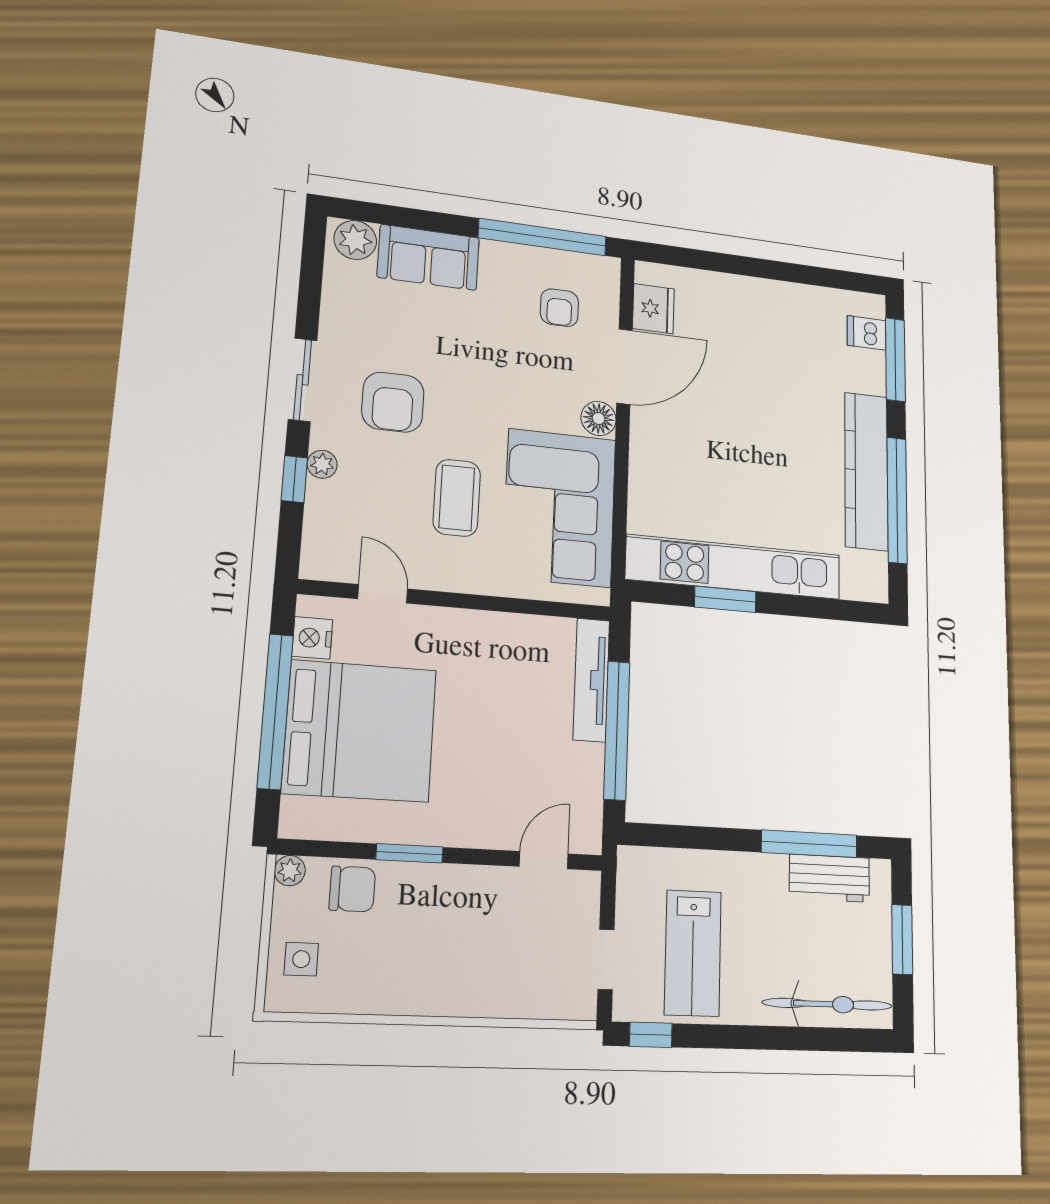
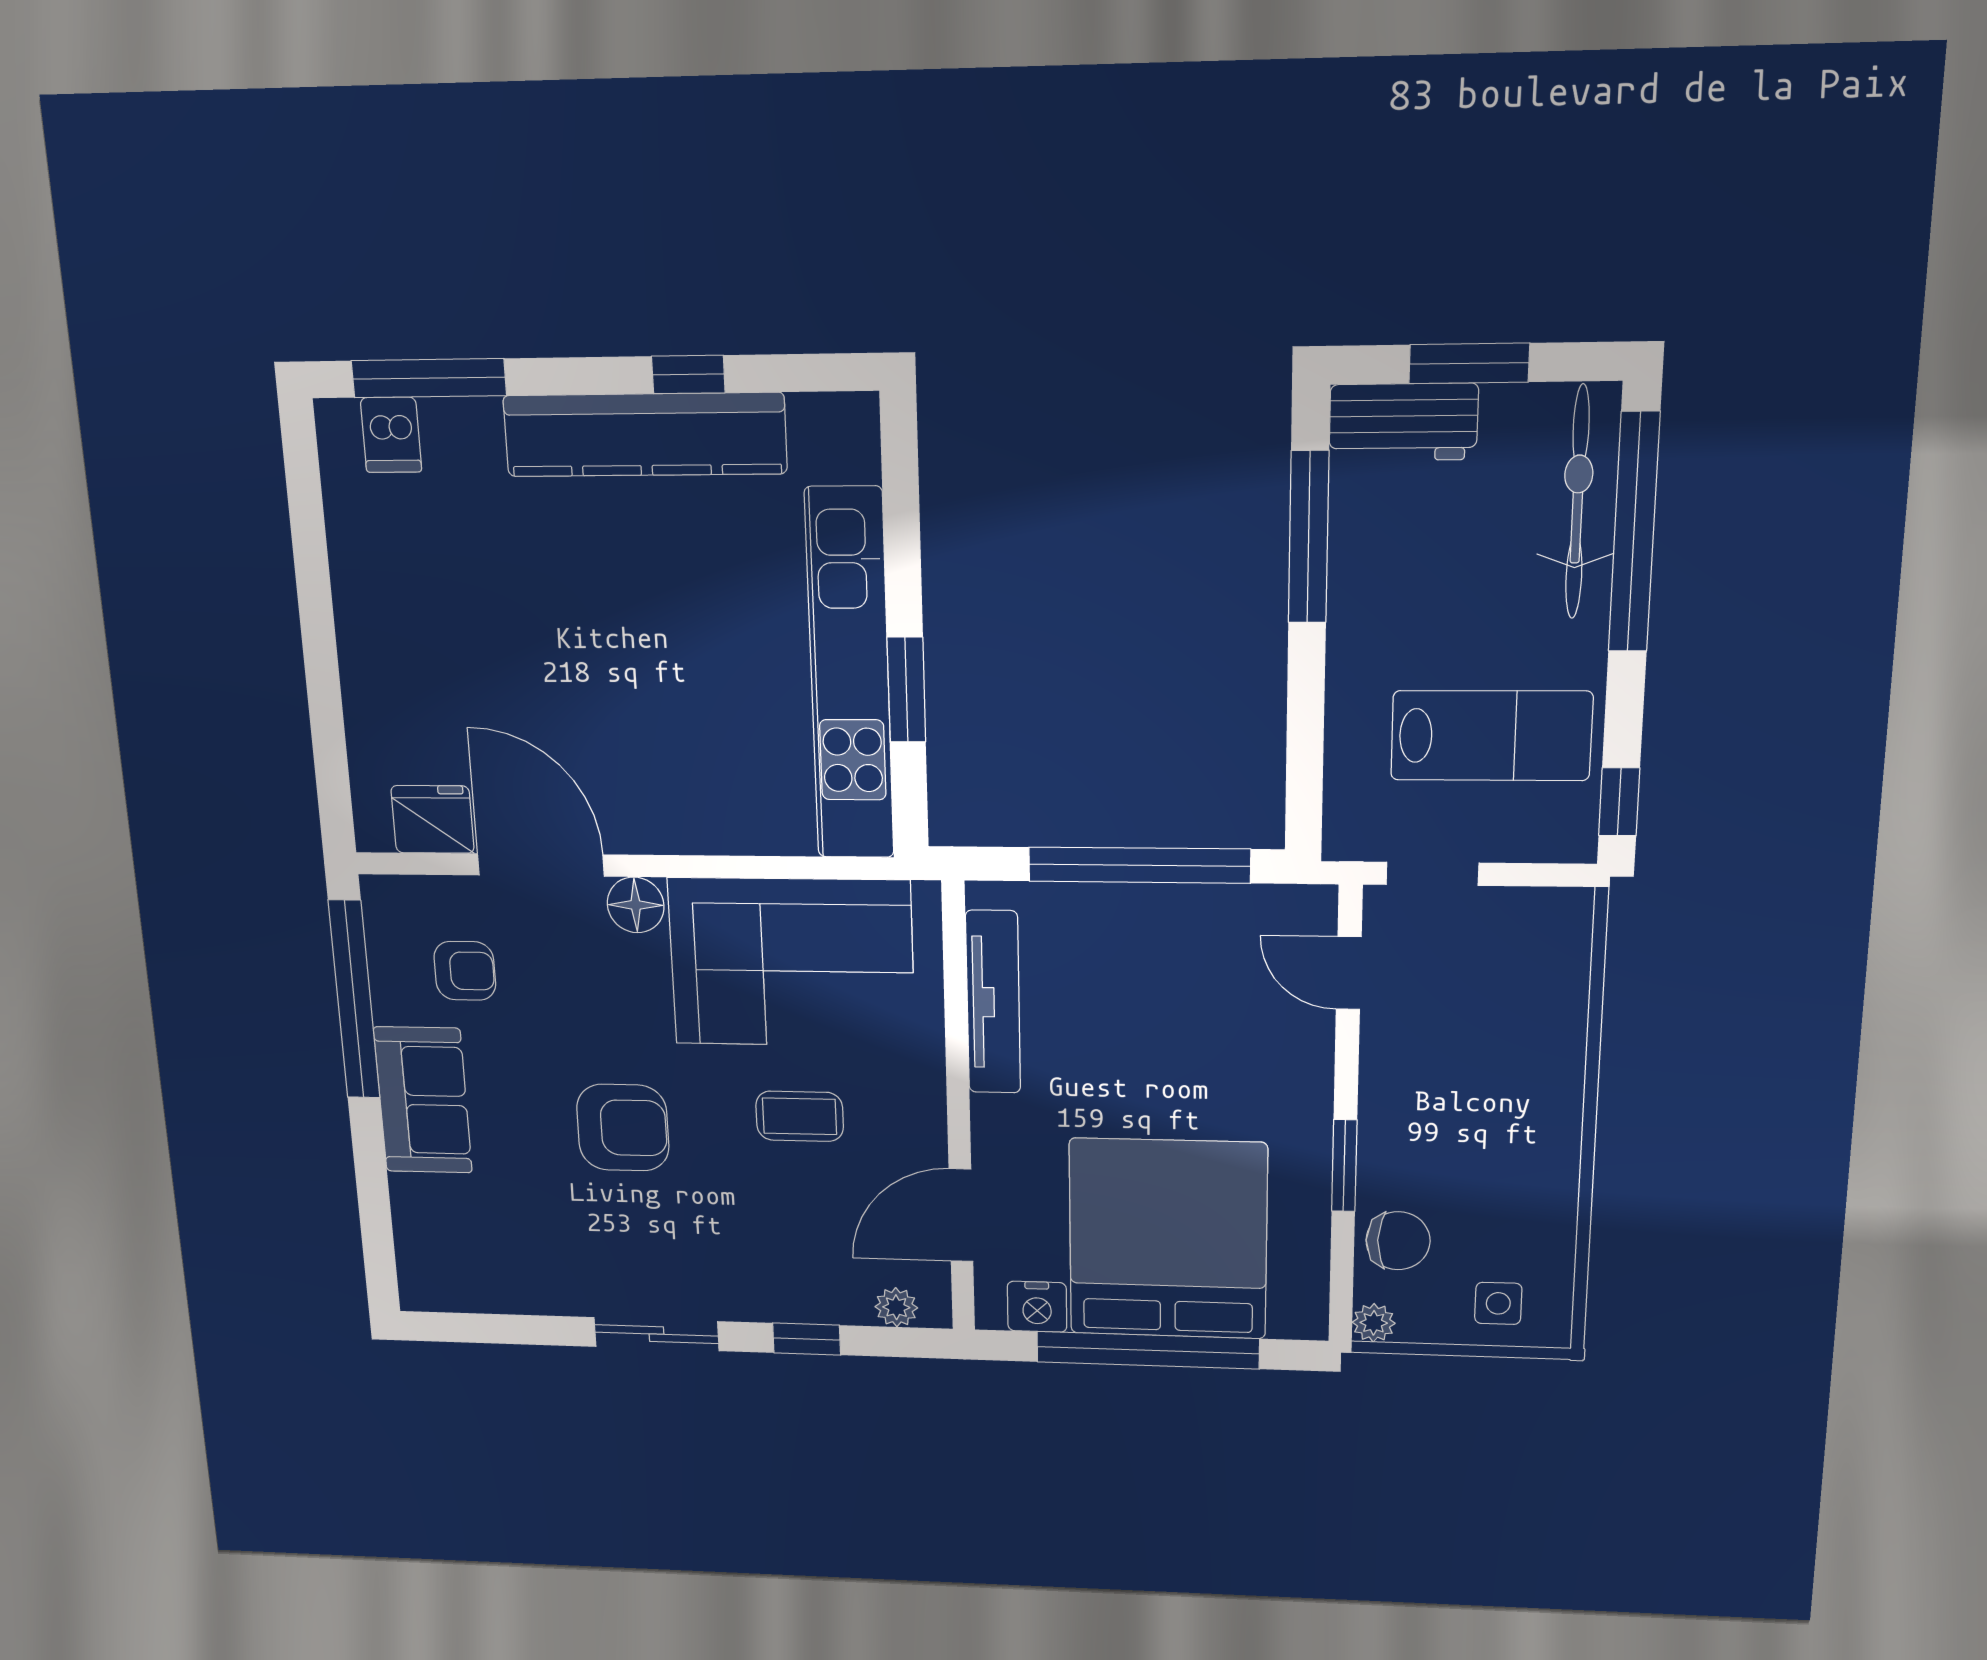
plant: (355, 240) -> (427, 1272), removed
sofa: (428, 257) -> (423, 1100), moved
armchair: (393, 402) -> (623, 1128), moved
plant: (322, 464) -> (896, 1307), moved
coffee table: (457, 498) -> (800, 1116), width x0.73, depth x0.77
window: (897, 500) -> (688, 374), width x0.32
door: (383, 594) -> (961, 1215), width x1.38
tv unit: (591, 680) -> (993, 1002), moved, turned -90
workbench: (829, 878) -> (1403, 422), moved, turned 90
chair: (352, 889) -> (1398, 1241), turned 90
doorway: (606, 959) -> (1432, 874), moved
window: (810, 1039) -> (1634, 533), added

